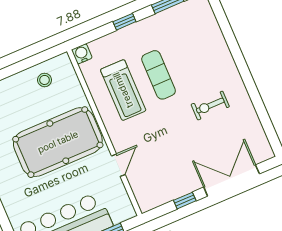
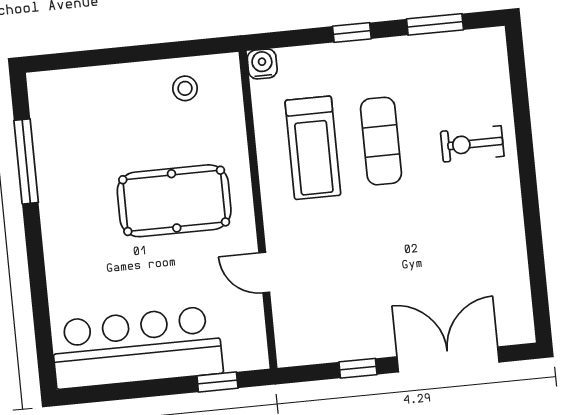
exercise bike: (210, 106) -> (472, 144), moved
pool table: (58, 142) -> (174, 201), width x0.73, depth x0.76
door: (118, 165) -> (264, 273), swing flipped

